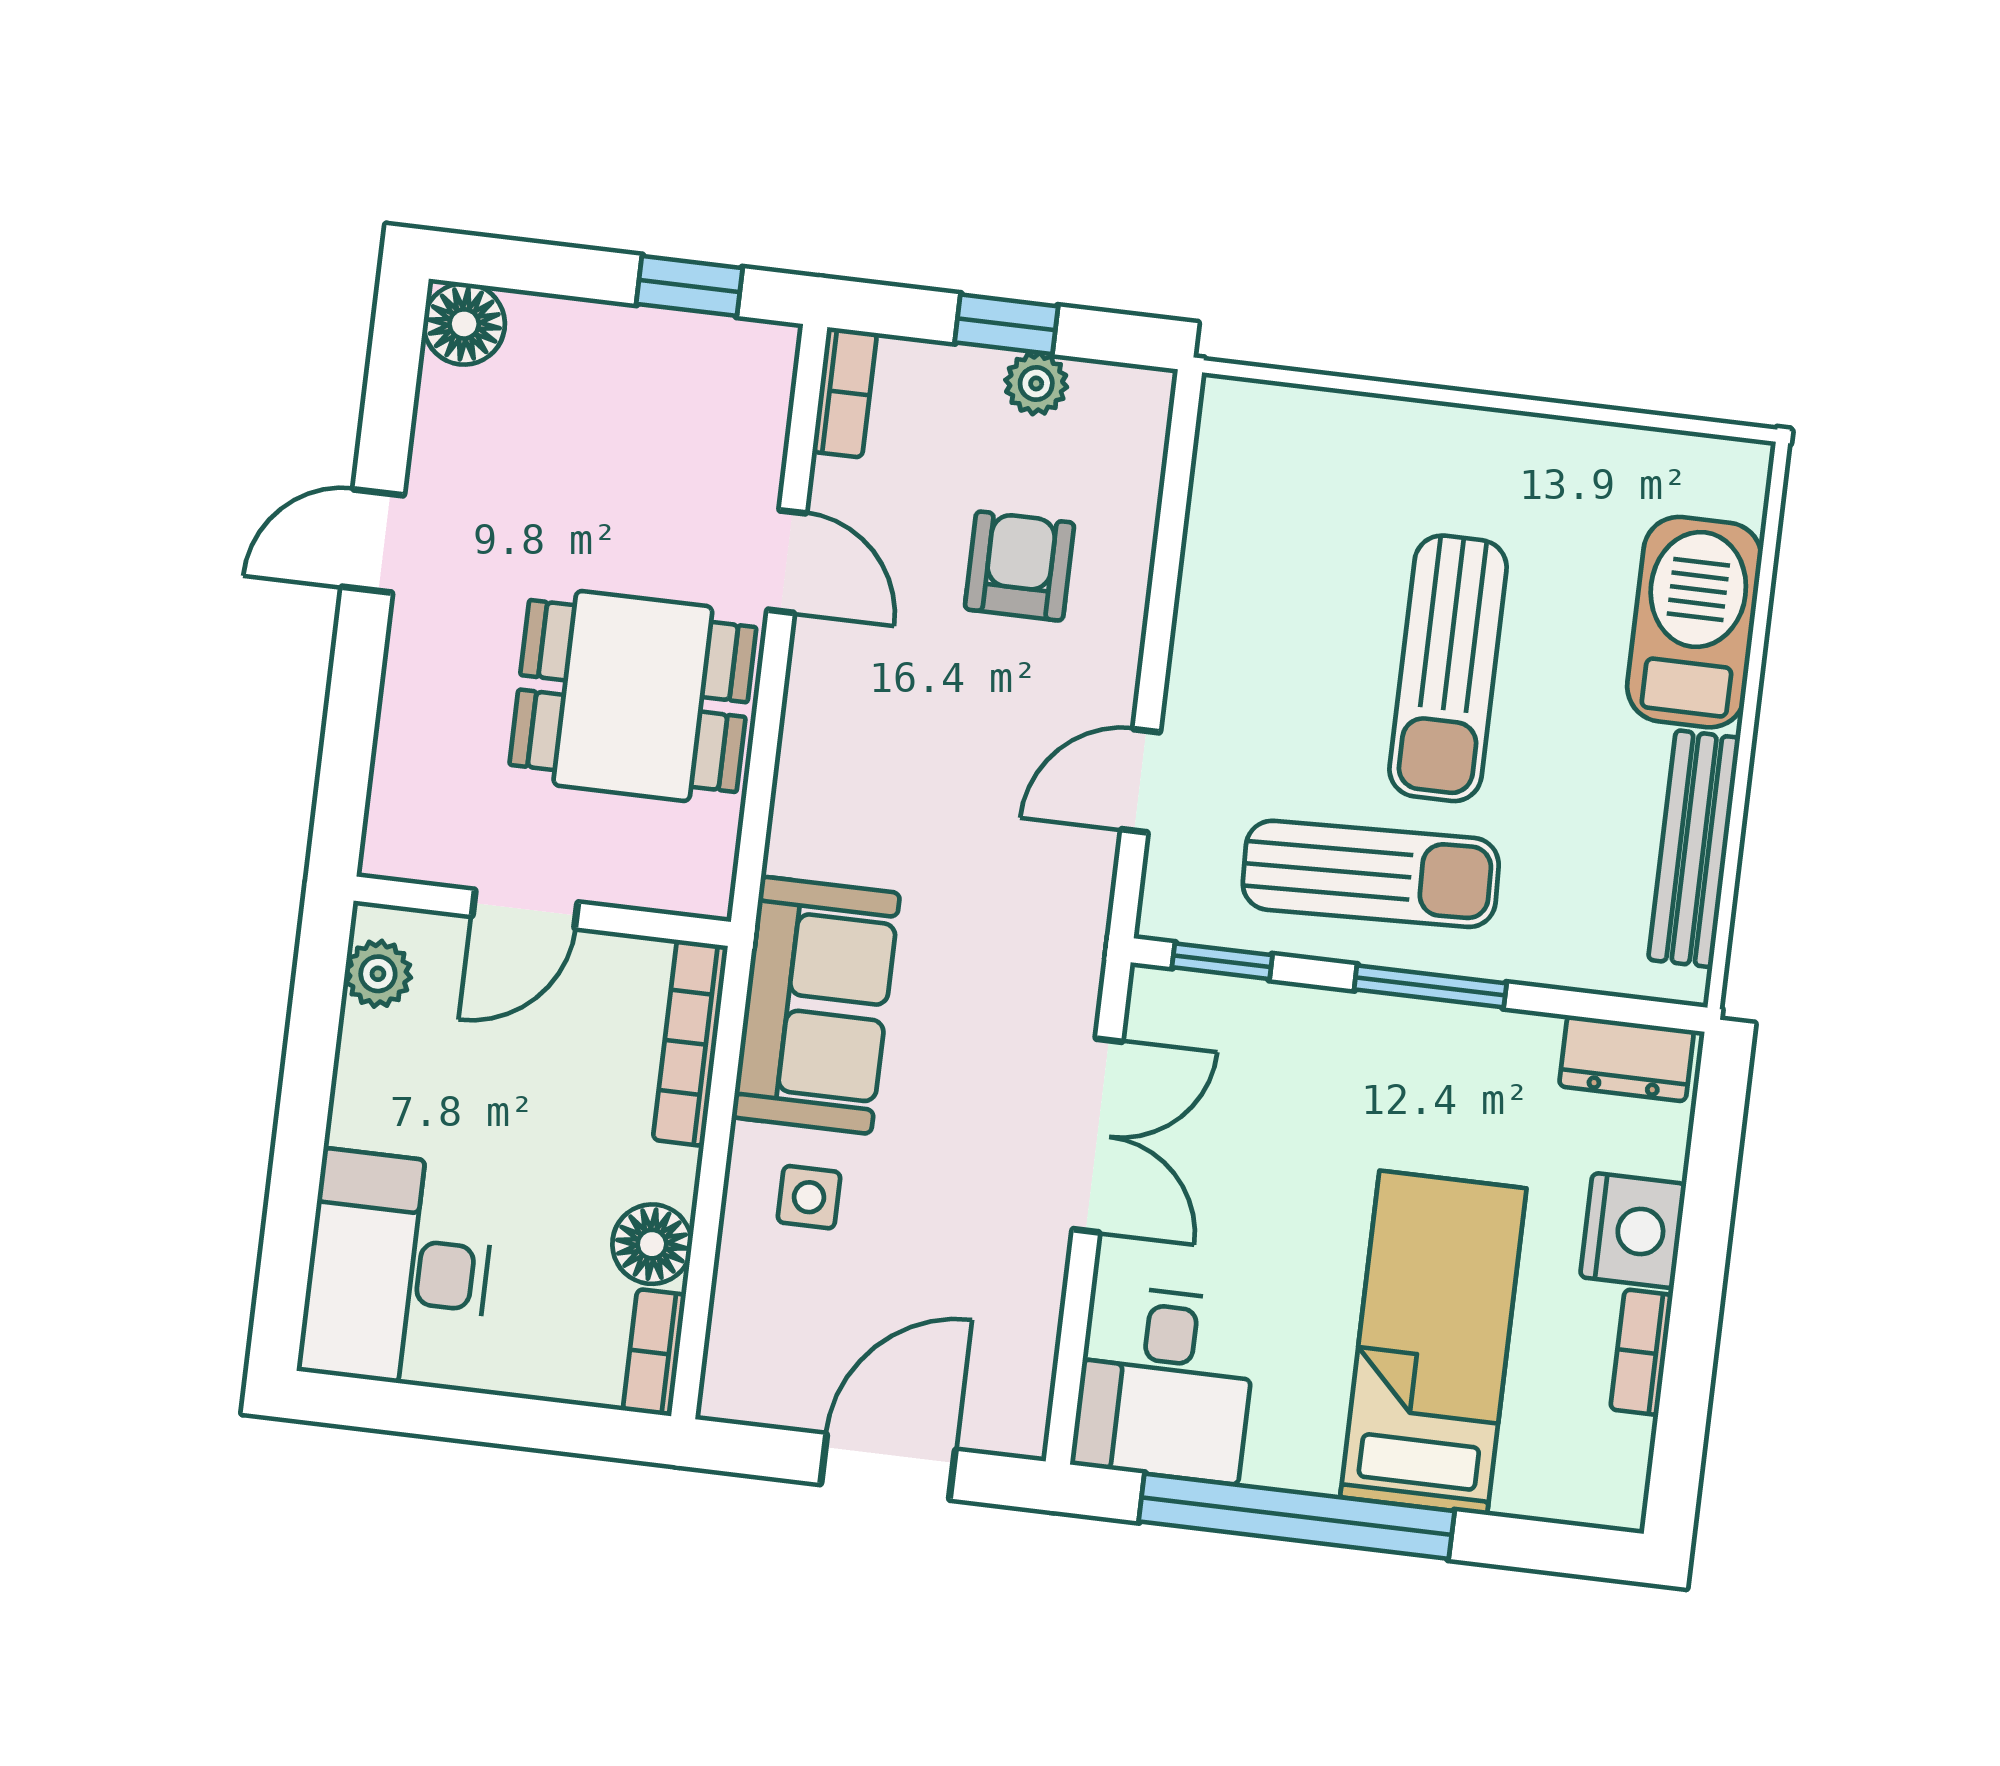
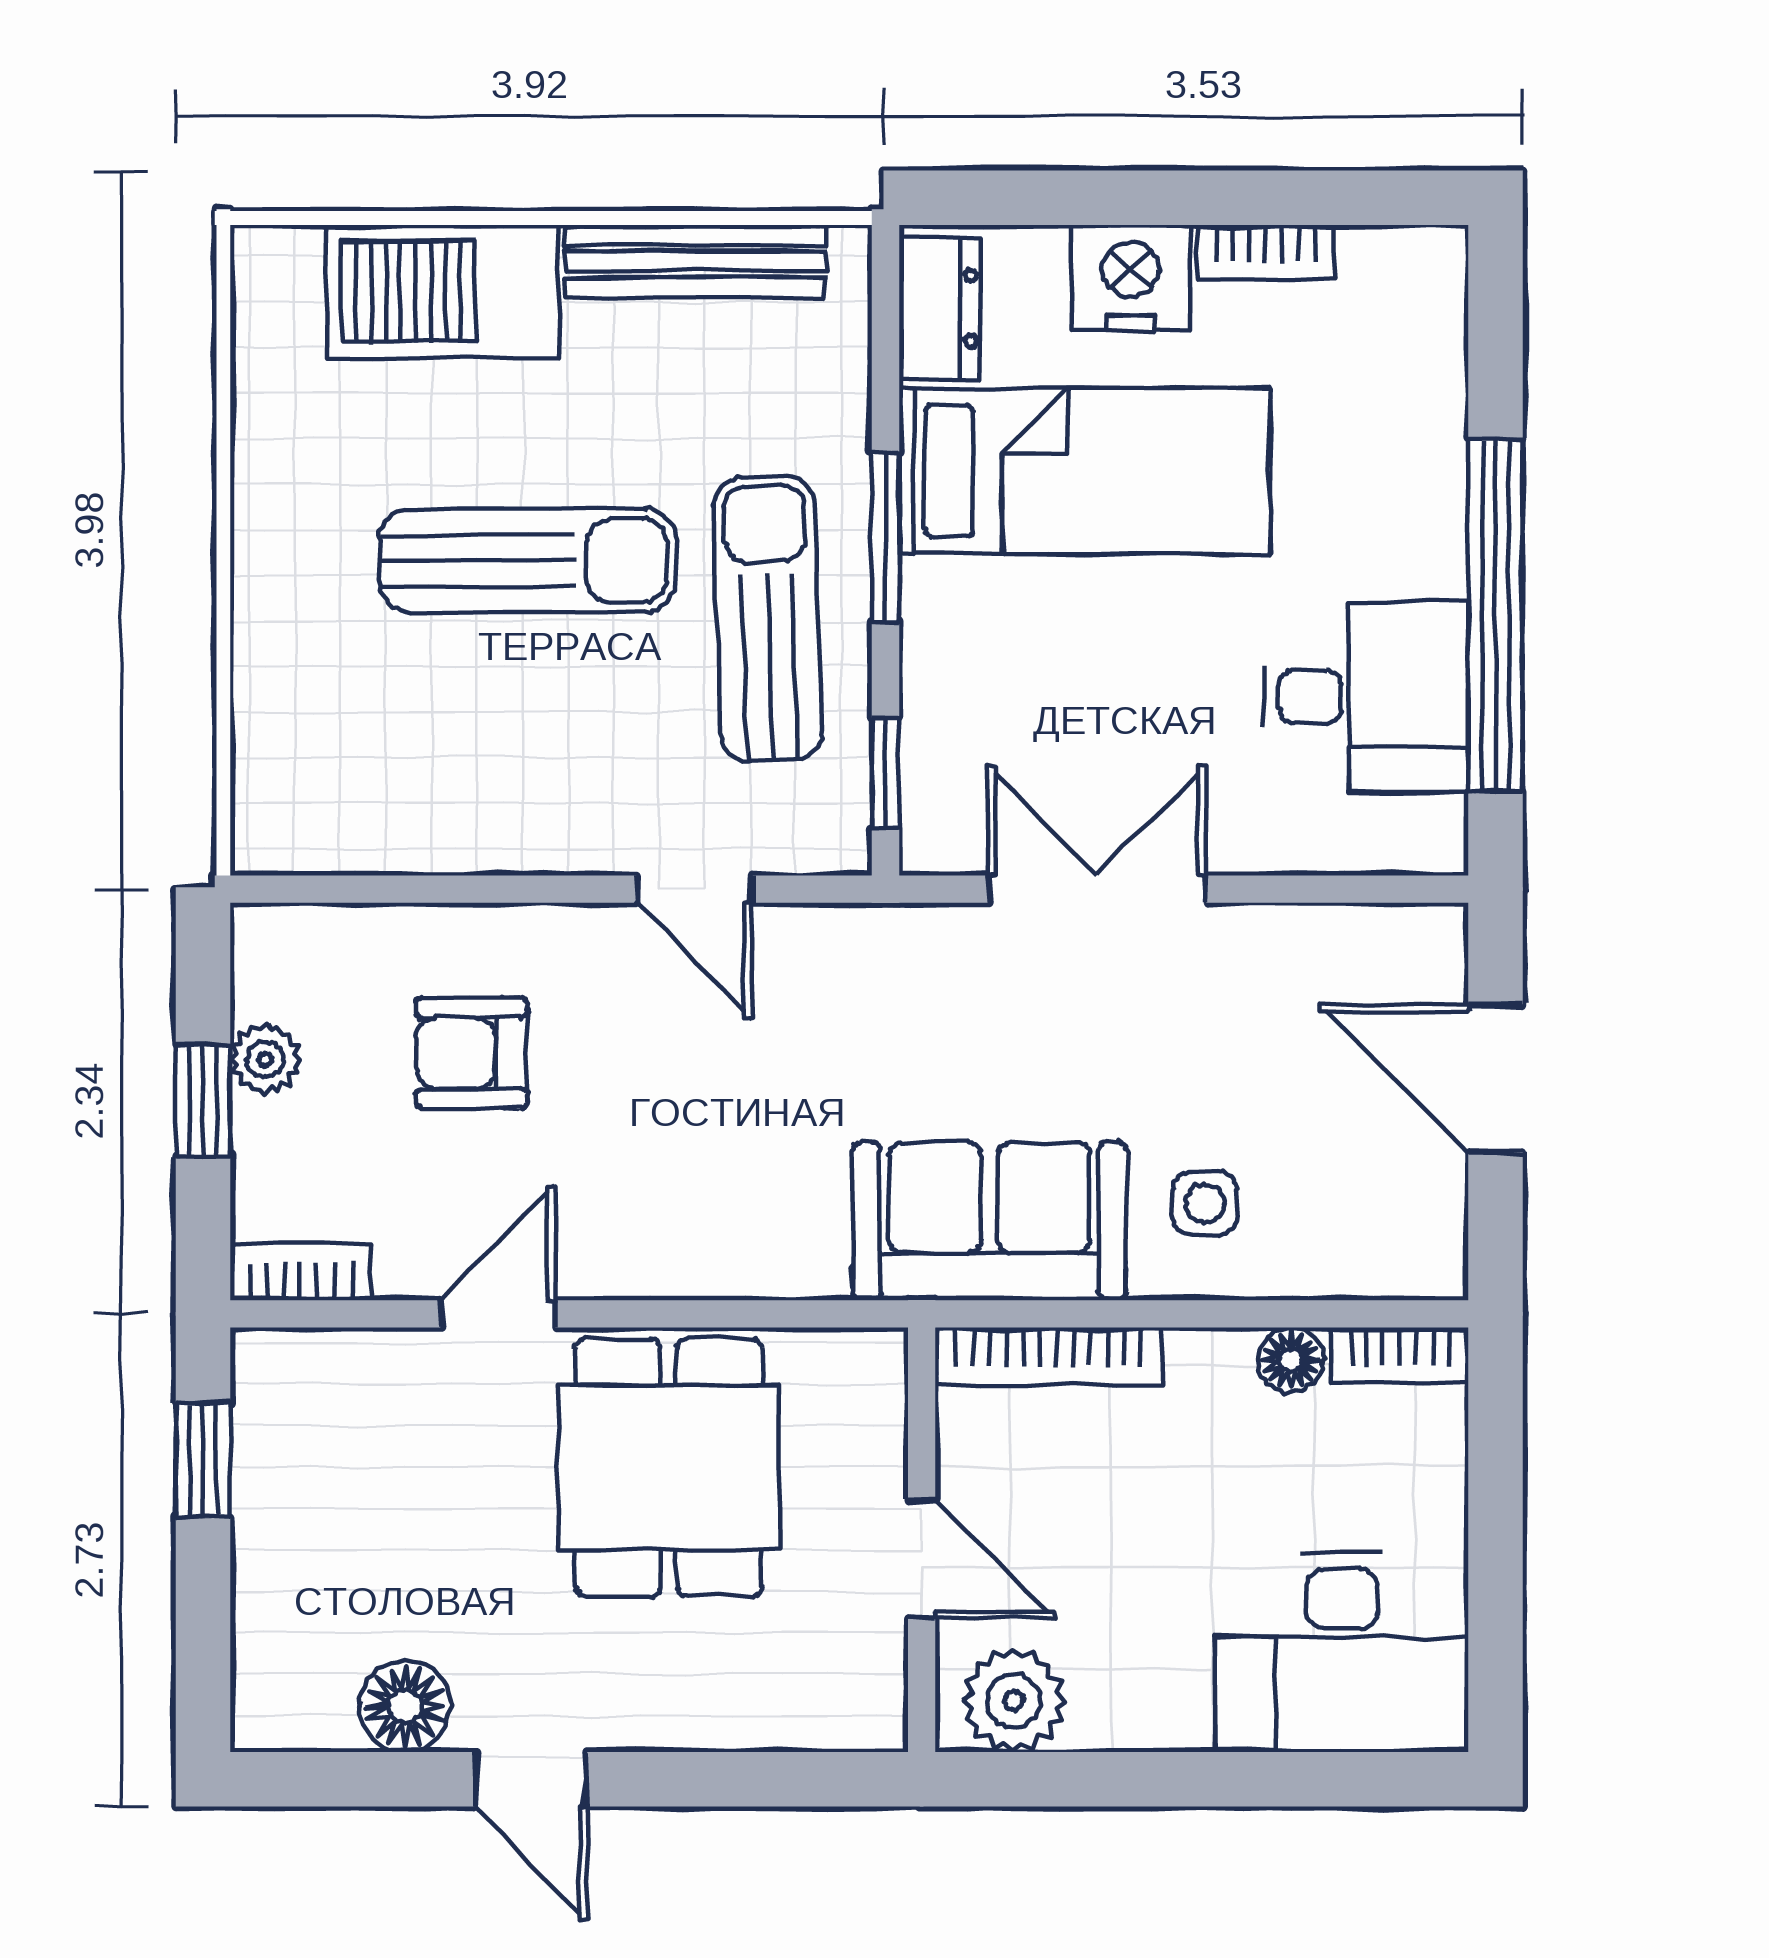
floor lamp: (464, 324) -> (405, 1706), moved
plant: (378, 974) -> (1014, 1701), width x1.38, depth x1.38
floor lamp: (652, 1244) -> (1291, 1360), width x0.73, depth x0.73
bed: (1433, 1343) -> (1084, 471), moved, turned 180
desk: (1165, 1384) -> (1366, 697), moved

